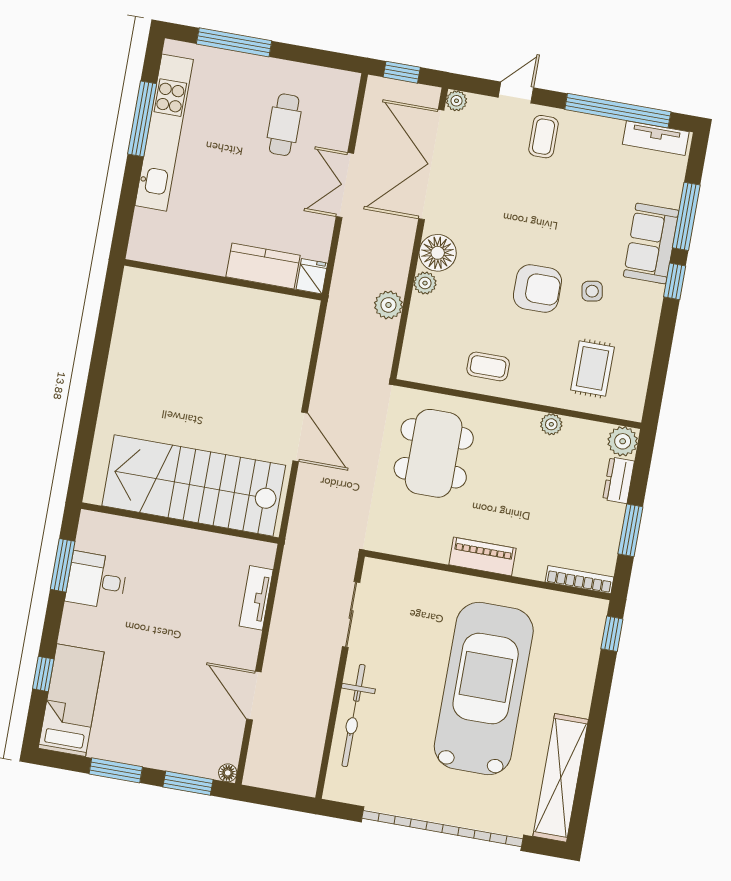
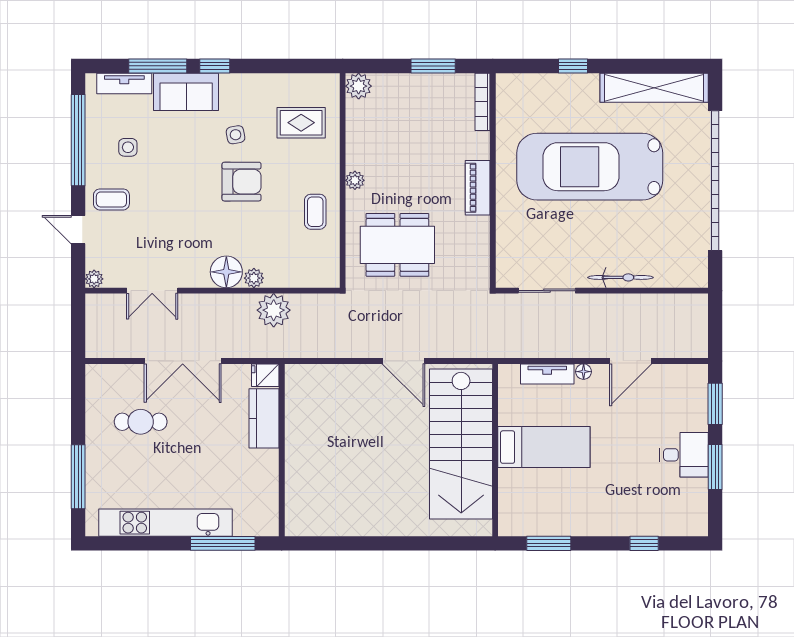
window: (402, 72) -> (78, 330), removed
window: (142, 119) -> (223, 543), moved
tv unit: (656, 138) -> (124, 83), moved, turned 90
double door: (431, 165) -> (152, 291), width x0.54
side table: (600, 166) -> (128, 147), added
double door: (345, 185) -> (183, 361), width x1.37
armchair: (537, 289) -> (242, 182), turned 90
plant: (388, 305) -> (274, 310), width x1.36, depth x1.36
plant: (551, 424) -> (355, 180), moved
door: (300, 437) -> (404, 361), swing flipped
dresser: (619, 480) -> (392, 84), removed
desk: (96, 580) -> (684, 455), moved, turned -90
window: (612, 634) -> (573, 66), moved
bed: (71, 700) -> (544, 447), moved, turned 180
bicycle: (354, 716) -> (620, 277), width x0.73, depth x0.71
floor lamp: (228, 773) -> (584, 372), moved

